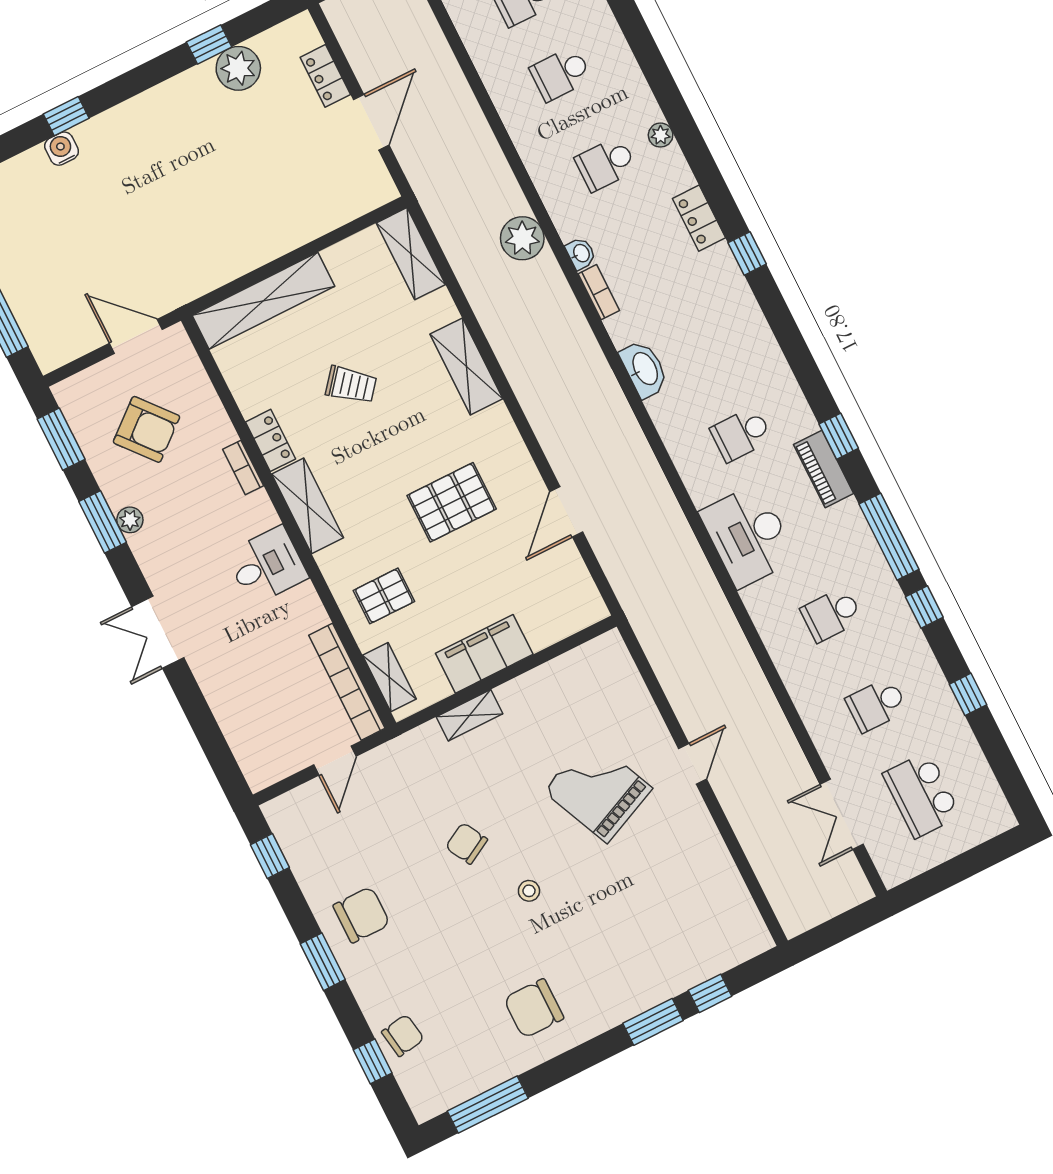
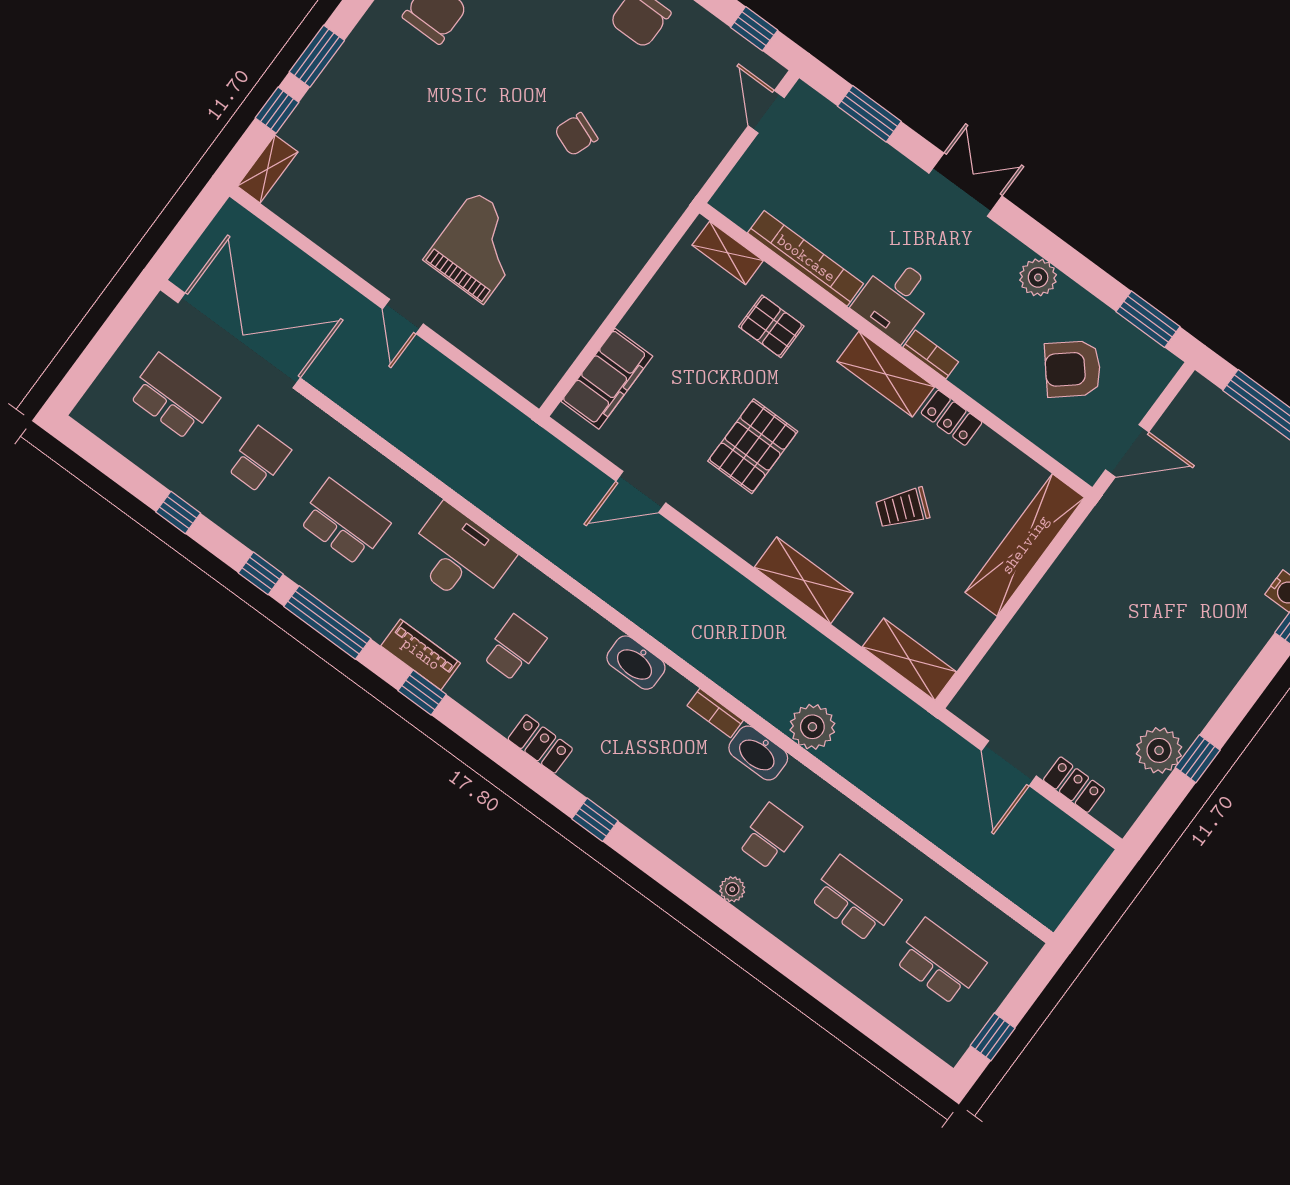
school desk: (561, 74) -> (855, 899), width x1.85
locker: (699, 218) -> (540, 744), moved
washbasin: (581, 253) -> (758, 753), width x1.91, depth x1.45
bookcase: (243, 468) -> (931, 355), moved
door: (566, 512) -> (641, 492), swing flipped
plant: (130, 520) -> (1038, 277), width x1.38, depth x1.38
window: (103, 522) -> (869, 114), moved
pallet: (384, 596) -> (771, 326), turned 90
school desk: (831, 614) -> (344, 522), width x1.85
filing cabinet: (484, 654) -> (607, 379), moved
bookcase: (347, 682) -> (806, 258), moved
shelving: (470, 715) -> (268, 169), moved
door: (335, 761) -> (766, 112), moved
grand piano: (598, 790) -> (479, 247), turned -66
double door: (842, 814) -> (239, 340), width x1.87
chair: (467, 843) -> (576, 134), turned 140
stool: (529, 891) -> (495, 120), removed

